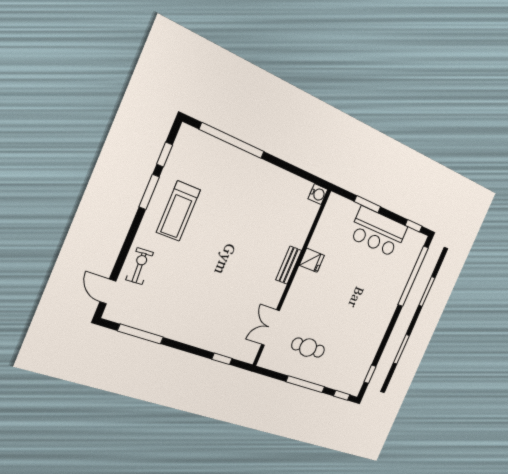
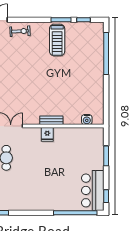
water cooler: (318, 194) -> (87, 120), moved
treadmill: (178, 211) -> (57, 40), turned -90
bar counter: (378, 232) -> (93, 190), moved
fridge: (312, 260) -> (47, 134), moved

